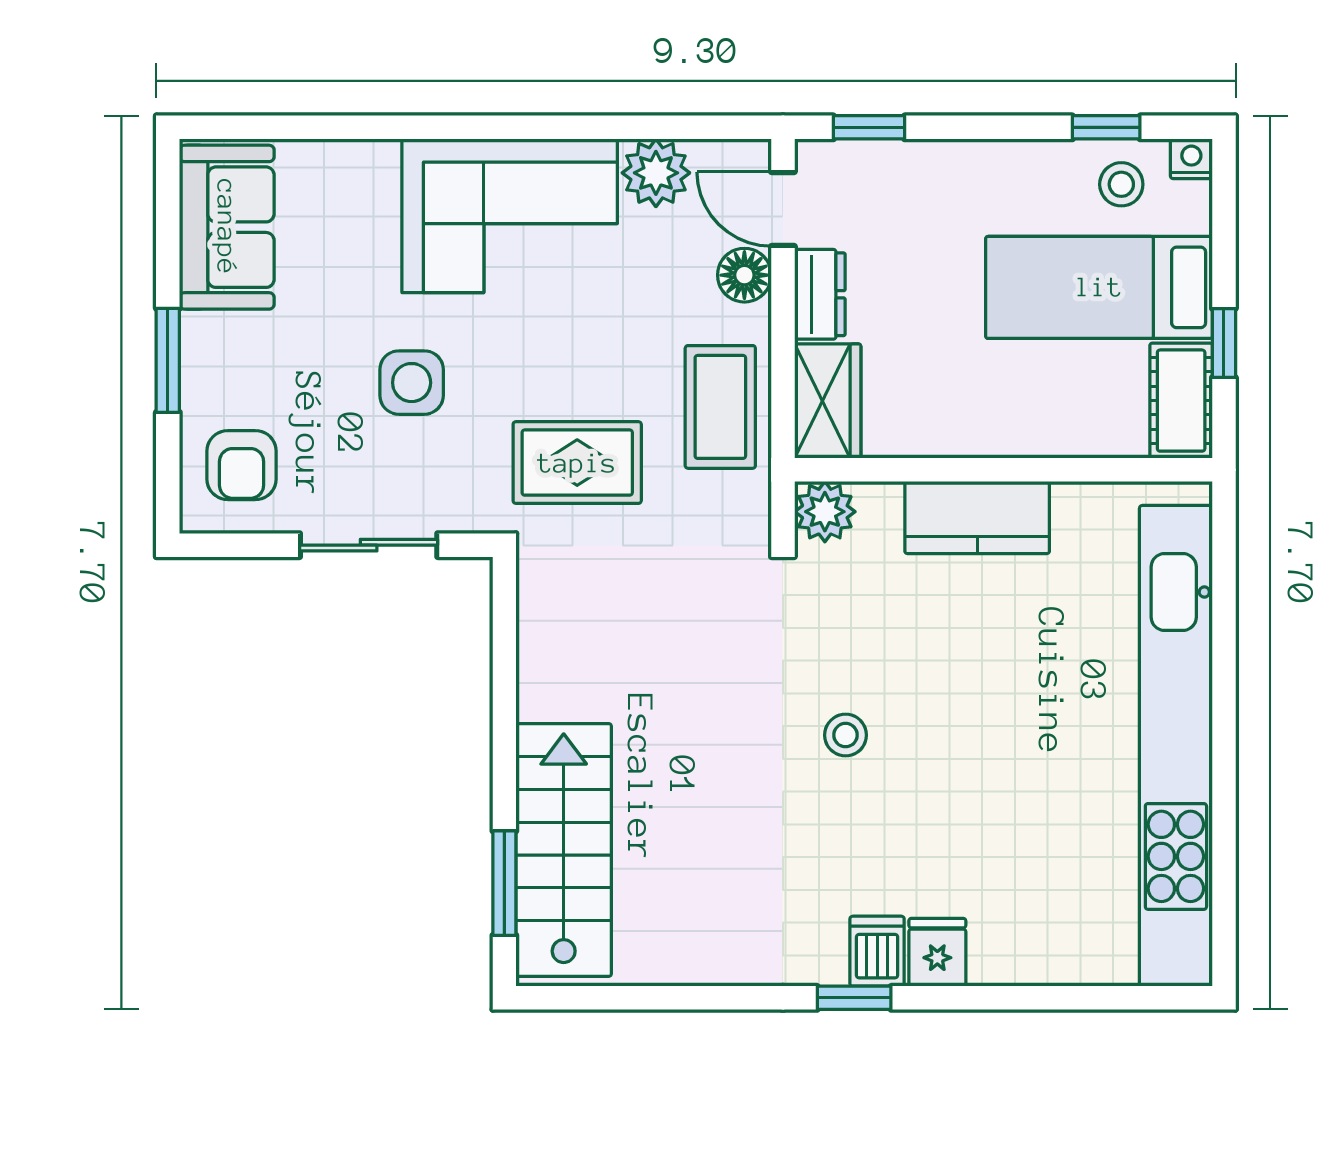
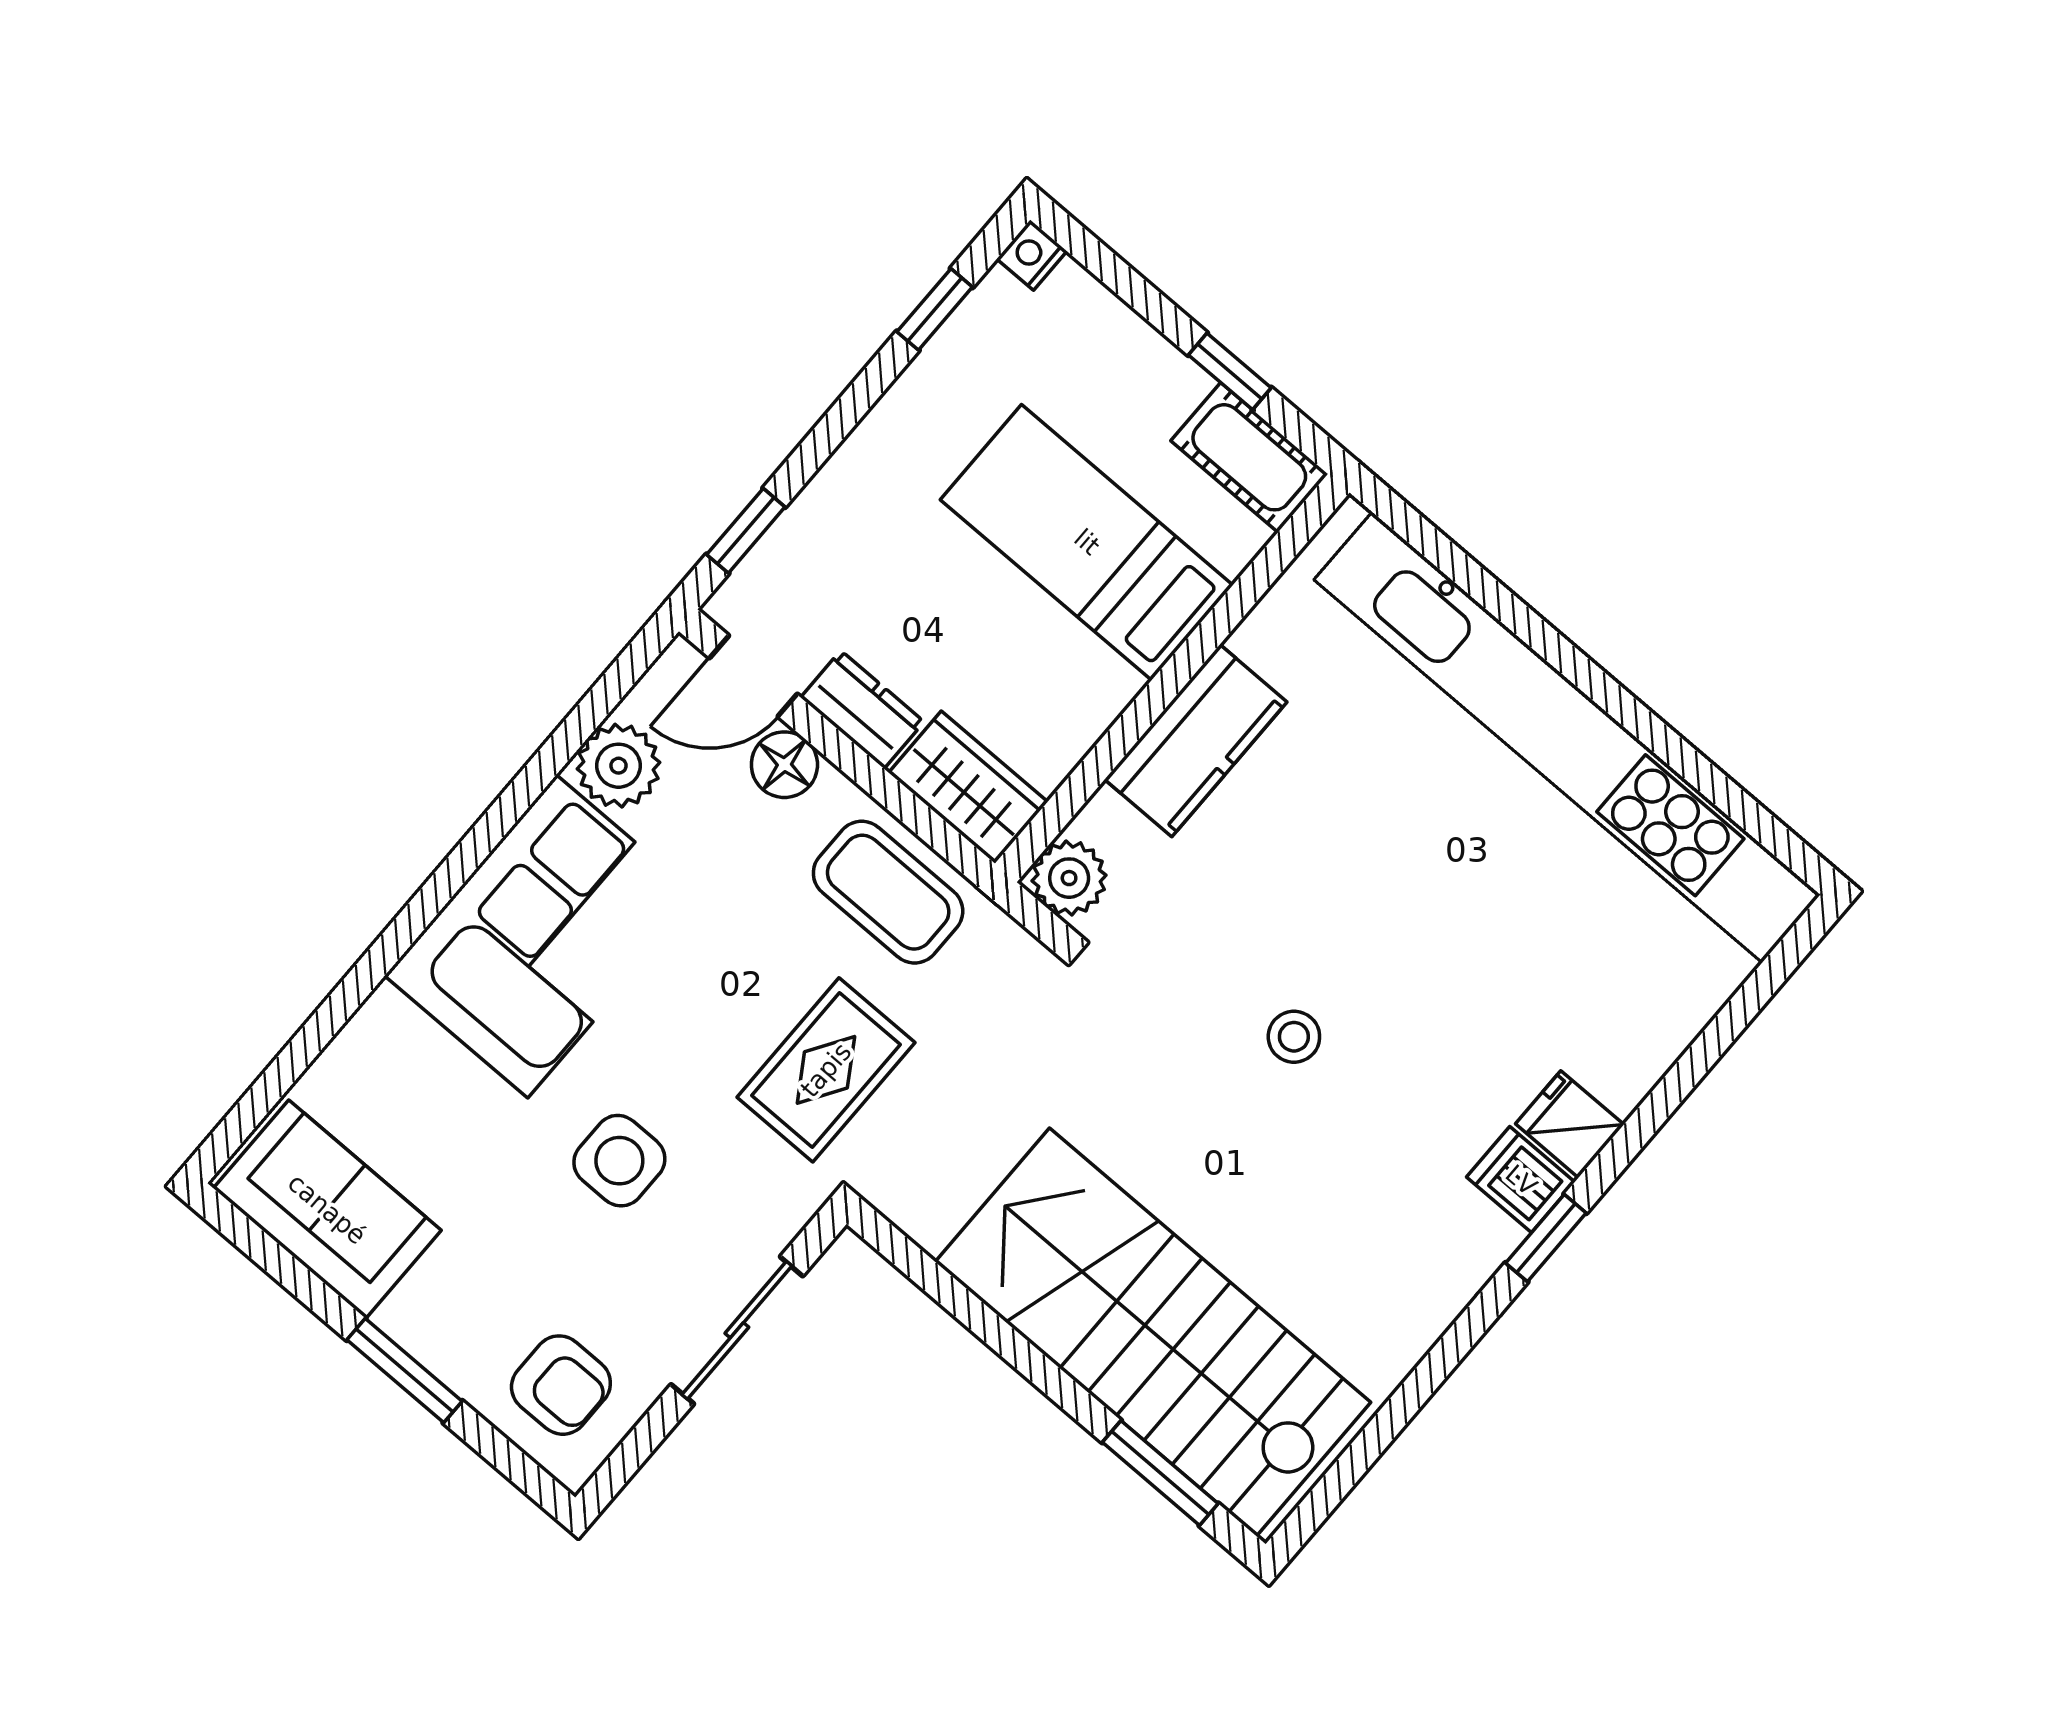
stool: (1121, 184) -> (1000, 341), removed
bed: (1099, 287) -> (1087, 542), moved, turned 90
stairs: (564, 850) -> (1153, 1332), width x1.36, depth x1.51

